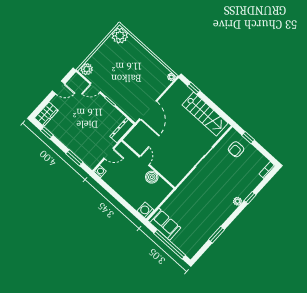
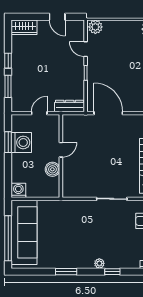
door: (148, 110) -> (108, 113), swing flipped
window: (47, 133) -> (8, 61), moved
door: (109, 153) -> (39, 113), swing flipped
washing machine: (100, 171) -> (21, 142), moved, width x1.89, depth x1.89
window: (109, 190) -> (8, 142), added
sofa: (164, 224) -> (24, 232), width x1.85, depth x1.27
window: (217, 235) -> (66, 272), moved

